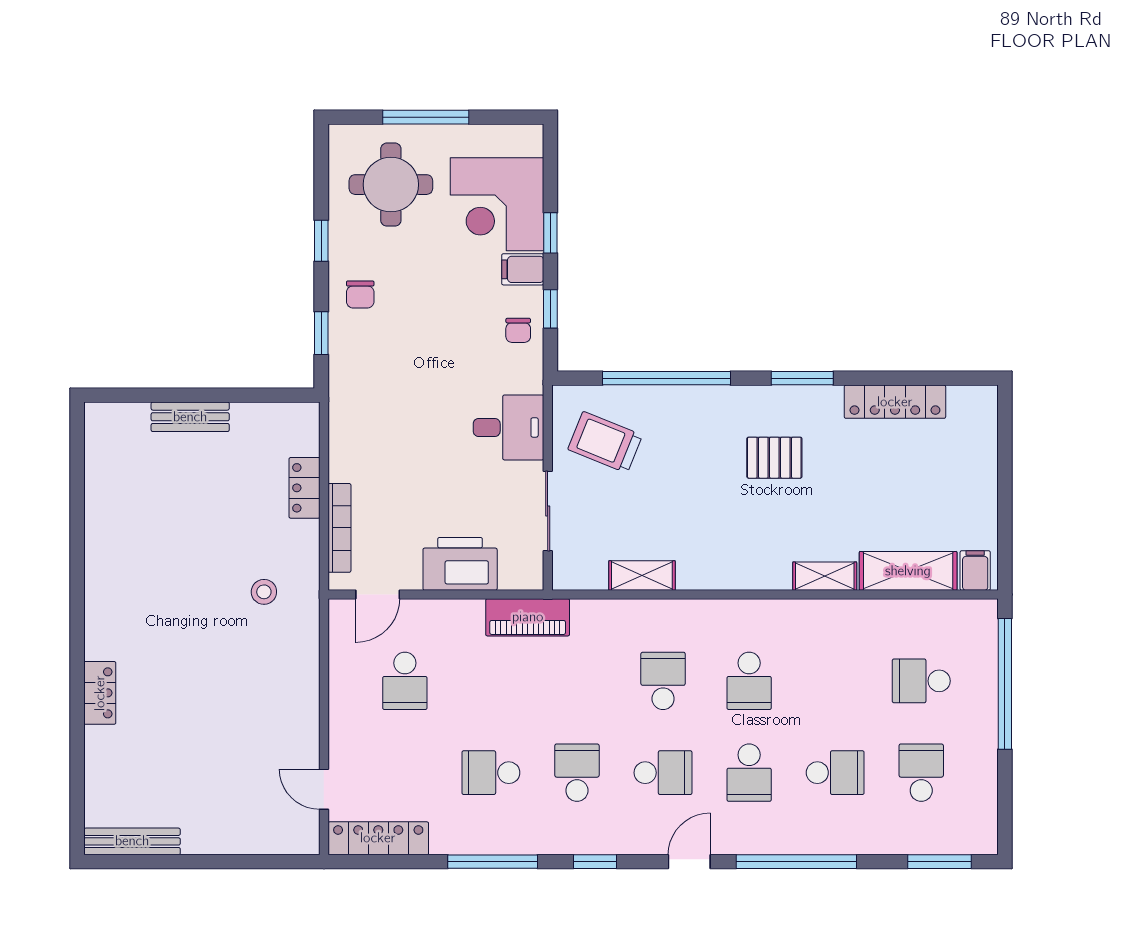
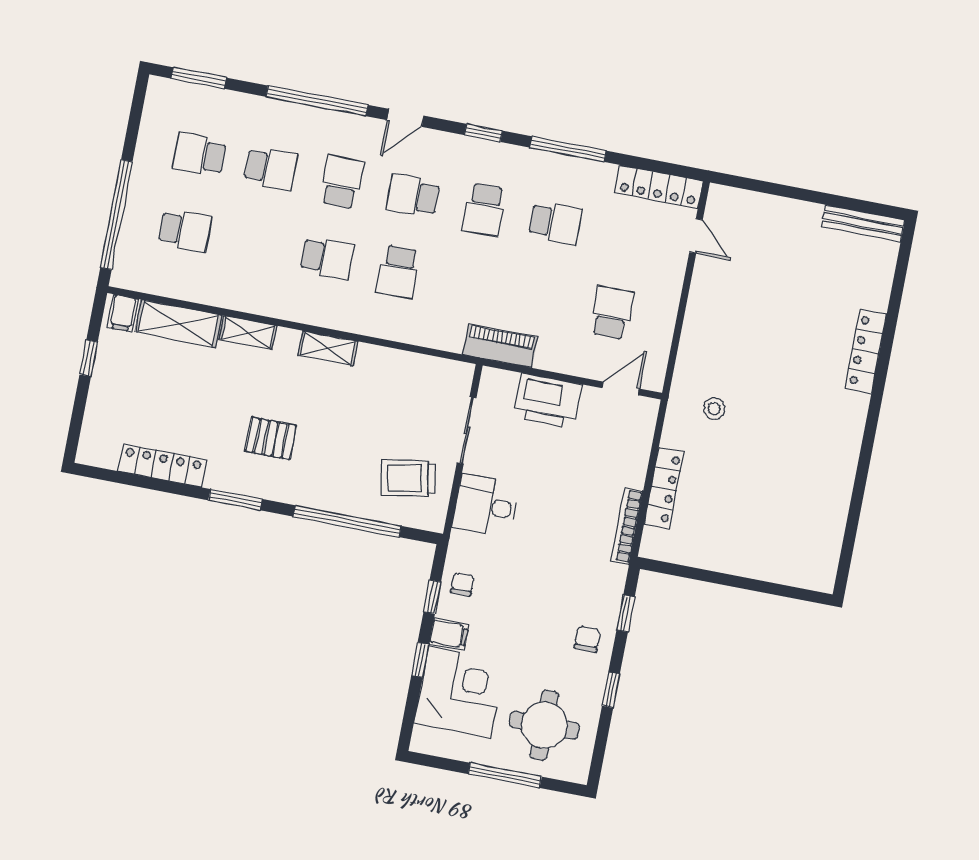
bench: (190, 417) -> (747, 565), removed
trolley: (605, 442) -> (408, 478), turned 148
locker: (304, 488) -> (664, 488), width x1.53
window: (1005, 510) -> (89, 358), added
bookcase: (339, 528) -> (627, 526), moved
shelving: (642, 576) -> (328, 348), moved
school desk: (749, 681) -> (327, 258), turned 90
locker: (100, 693) -> (866, 351), width x1.53
school desk: (835, 773) -> (271, 168), turned 180
school desk: (921, 773) -> (200, 155), turned 90

